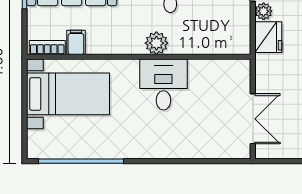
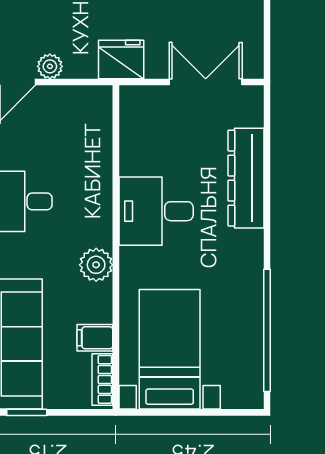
fridge: (268, 37) -> (121, 59), moved
plant: (156, 43) -> (96, 265), moved
dresser: (186, 147) -> (246, 178), added

